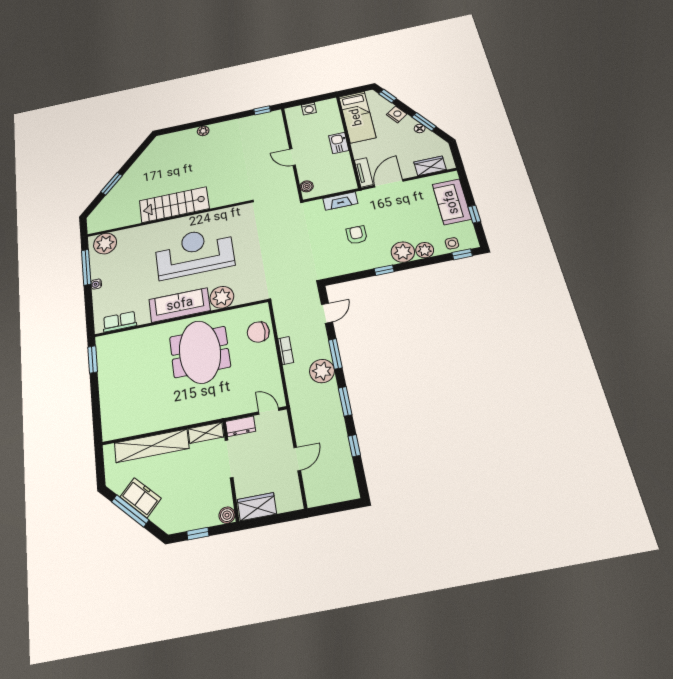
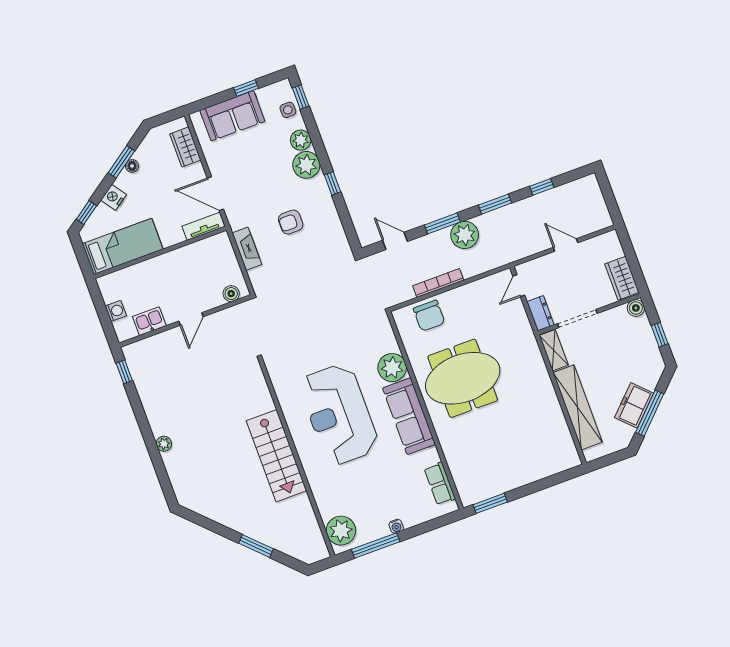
kitchen sink: (339, 143) -> (149, 321), moved, turned 180
bookcase: (286, 351) -> (438, 283), width x1.56

